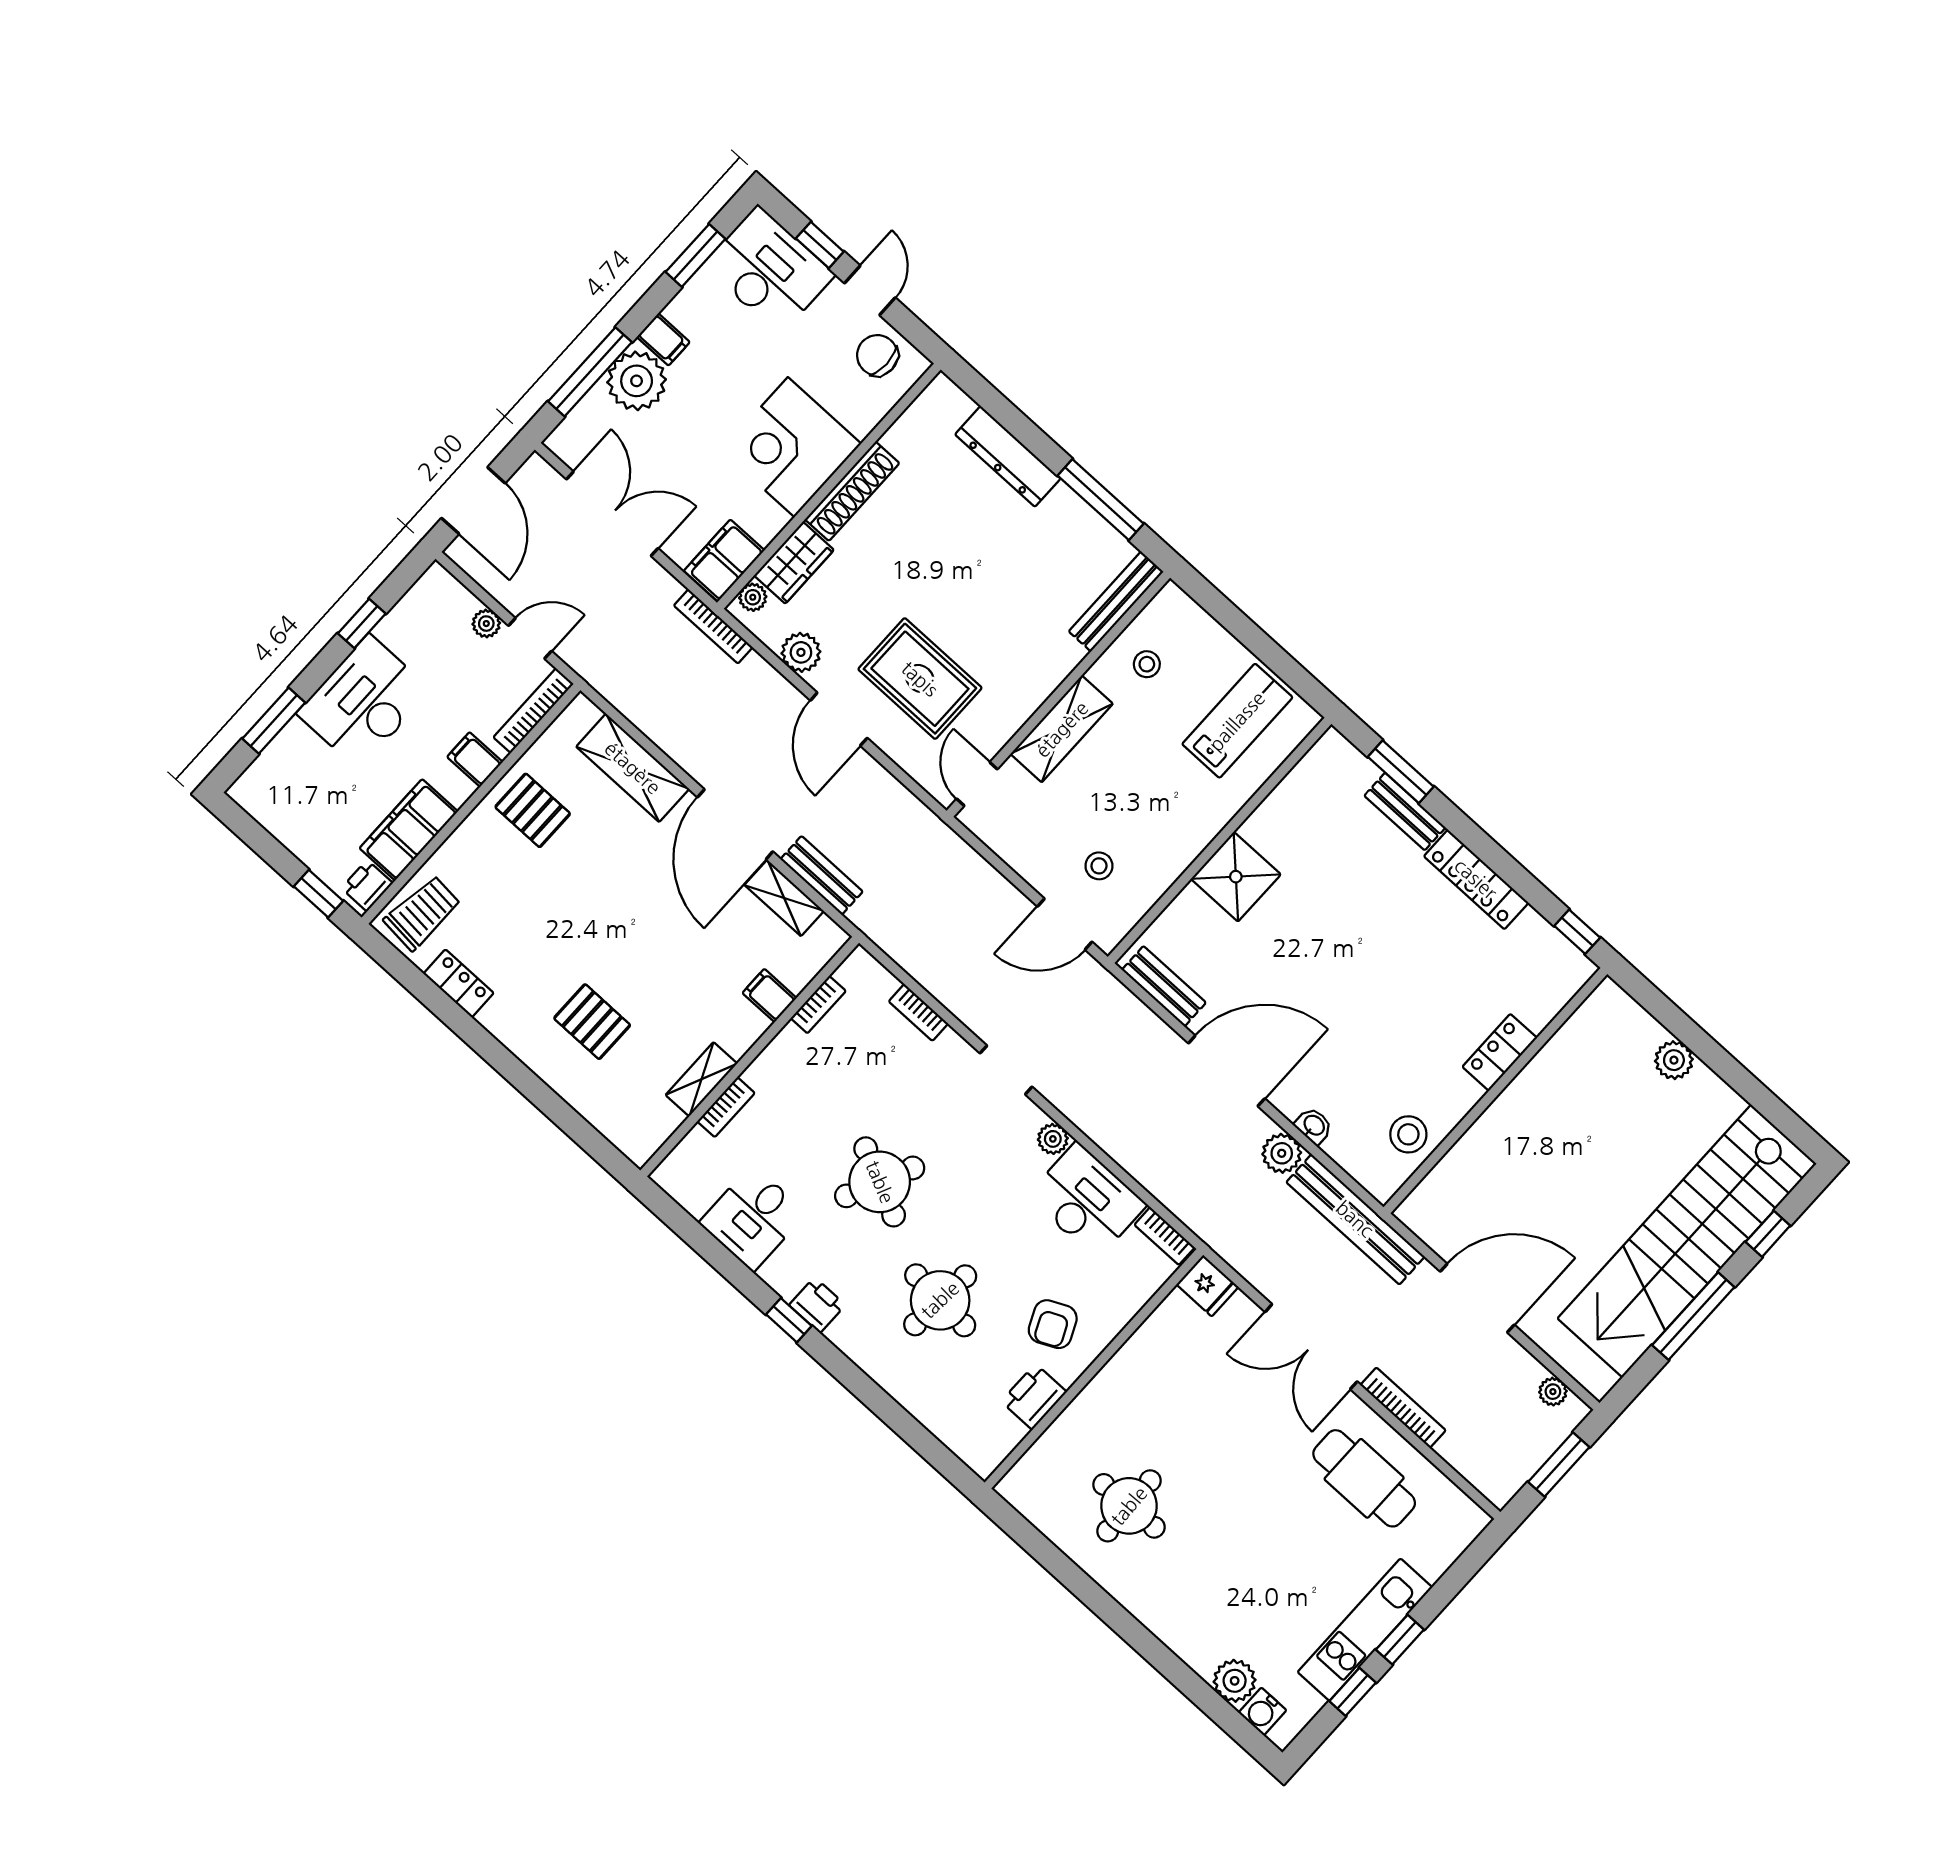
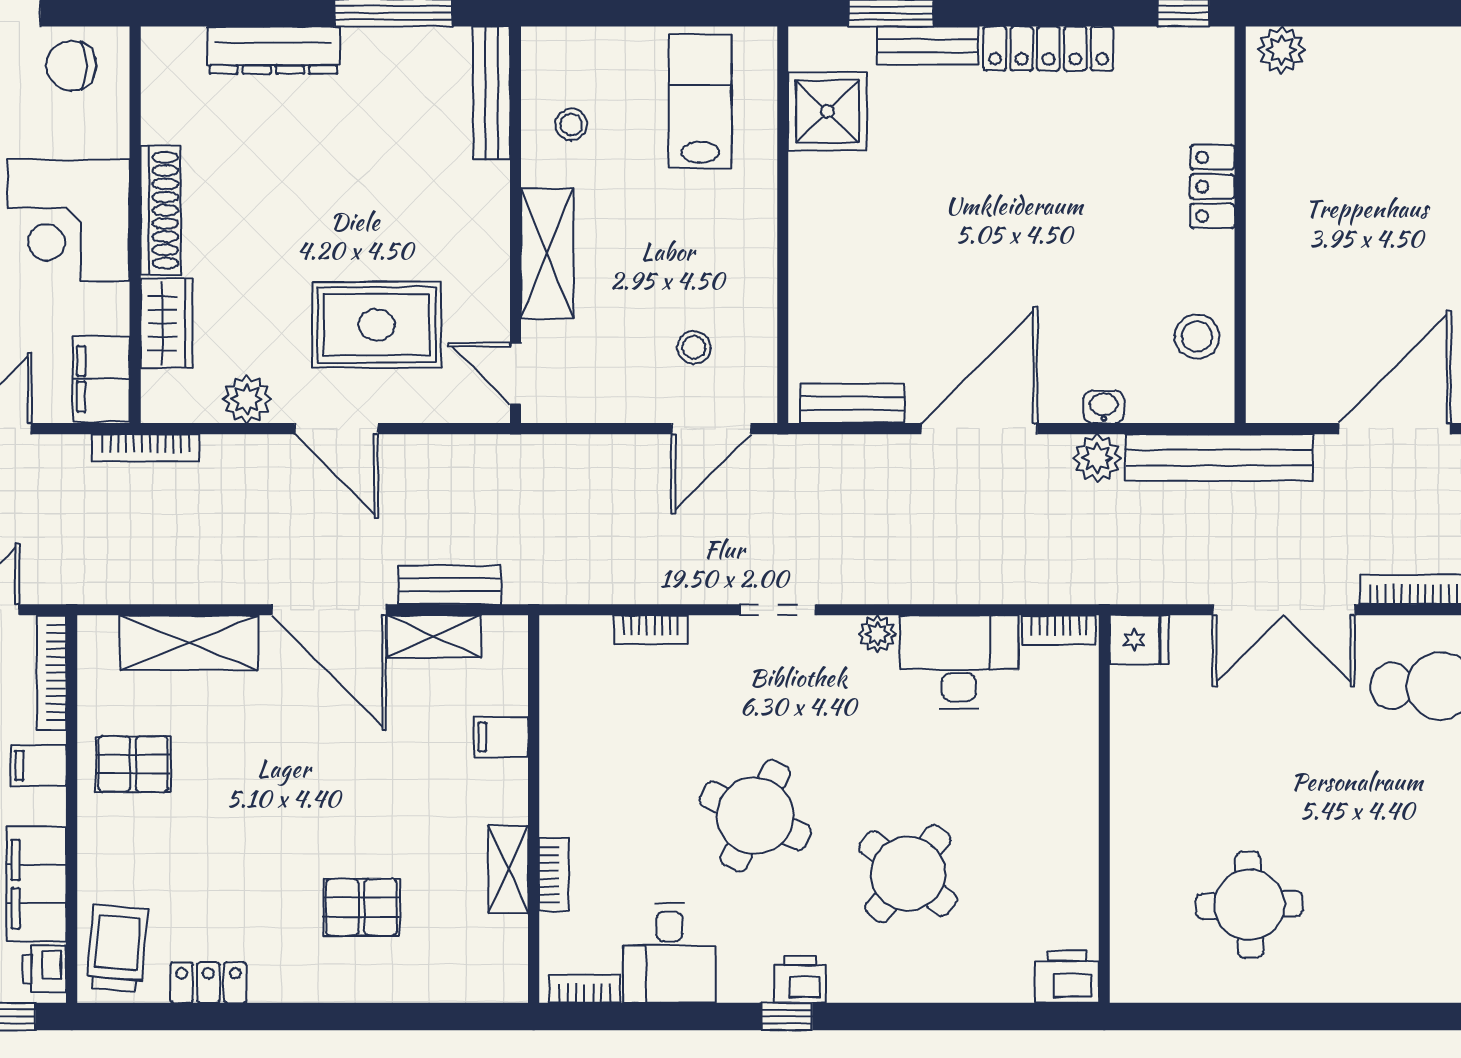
plant: (753, 597) -> (158, 389), removed
shower: (1236, 877) -> (827, 111), moved
bookcase: (818, 1005) -> (585, 989), moved, turned -90
plant: (1674, 1060) -> (1282, 50), moved
round table: (940, 1300) -> (908, 874), turned 35
armchair: (1053, 1324) -> (1030, 802), removed
printer: (1034, 1397) -> (1067, 977), moved, turned 90

